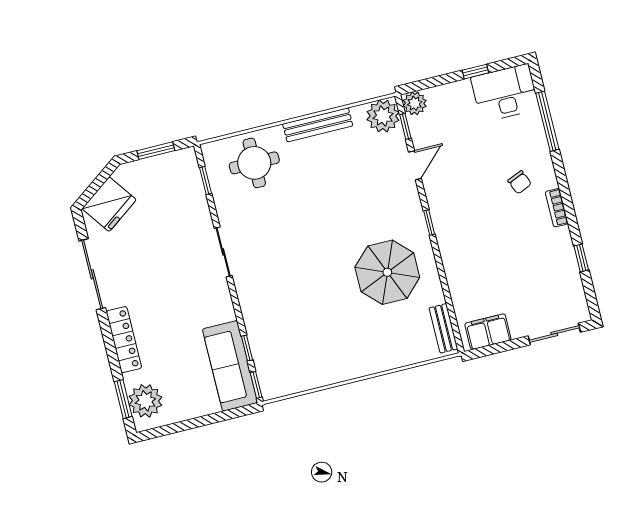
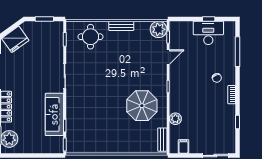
desk: (505, 93) -> (208, 33), moved
plant: (415, 103) -> (175, 119), moved
bench: (318, 125) -> (121, 26), width x0.73
filing cabinet: (488, 332) -> (183, 146), width x0.50
sofa: (230, 366) -> (54, 114), moved

